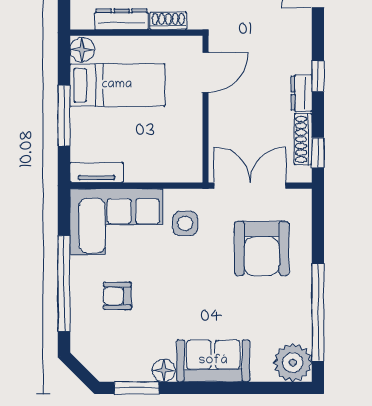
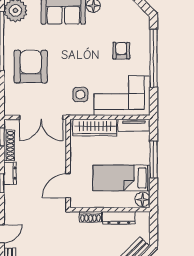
wardrobe: (161, 169) -> (95, 128), added
armchair: (262, 248) -> (31, 67), moved
armchair: (117, 296) -> (121, 51), turned -90

